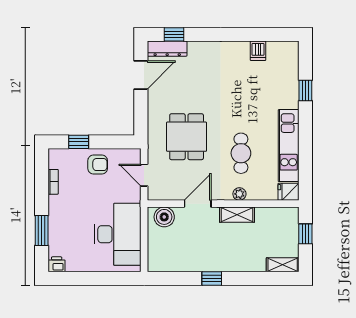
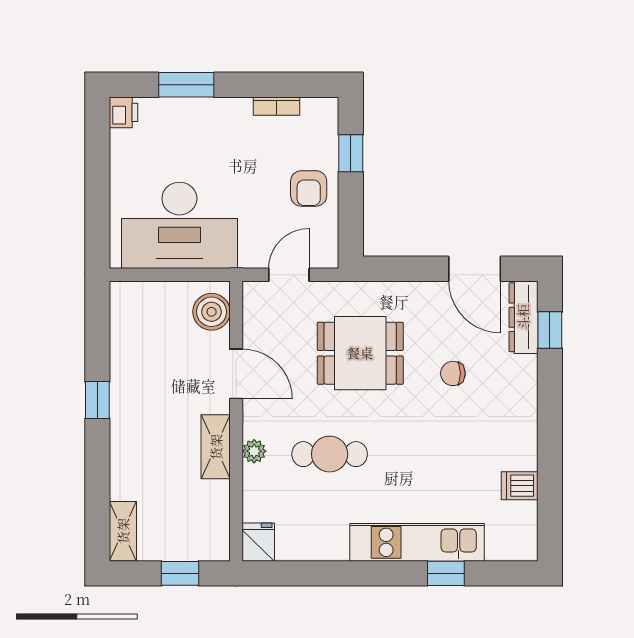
chair: (197, 87) -> (453, 373), added
kitchen unit: (289, 146) -> (417, 542), moved

